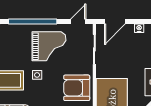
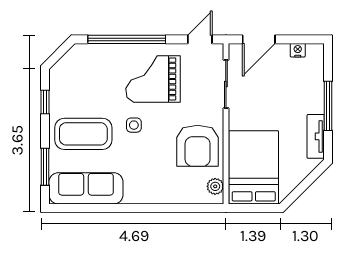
grand piano: (49, 46) -> (153, 79), turned 180
armchair: (77, 88) -> (198, 146), turned -90

